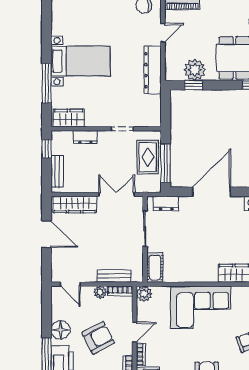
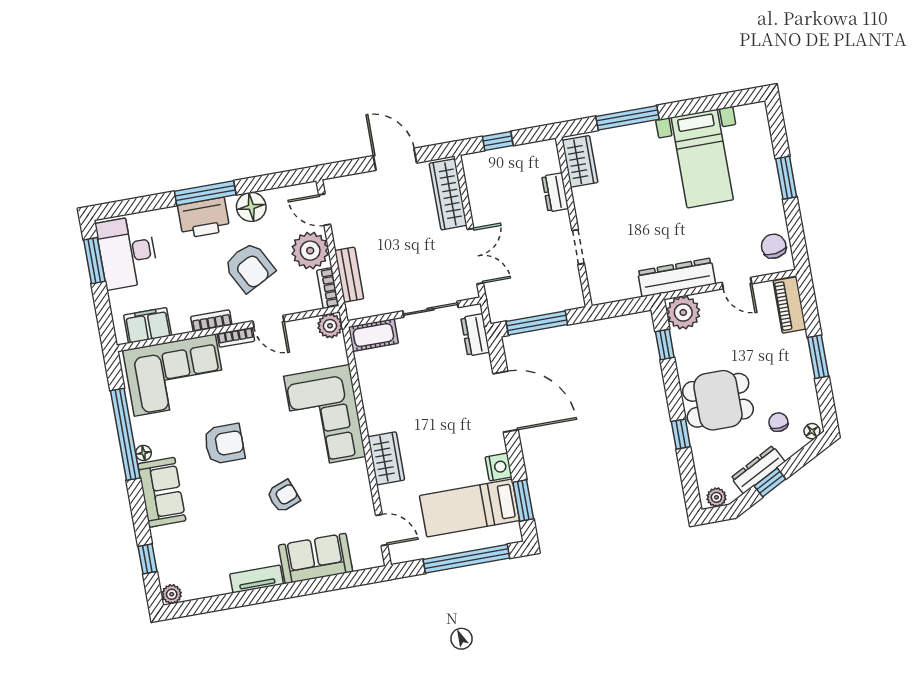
bed with nightstands: (81, 61) -> (702, 159), moved
plant: (195, 70) -> (683, 312), moved
window: (47, 149) -> (498, 141), moved
rug: (148, 157) -> (541, 294), removed
bench: (57, 172) -> (494, 158), removed
door: (47, 234) -> (395, 159), swing flipped
door: (70, 284) -> (325, 210), hinge flipped
plant: (100, 292) -> (310, 251), width x1.87, depth x1.87

